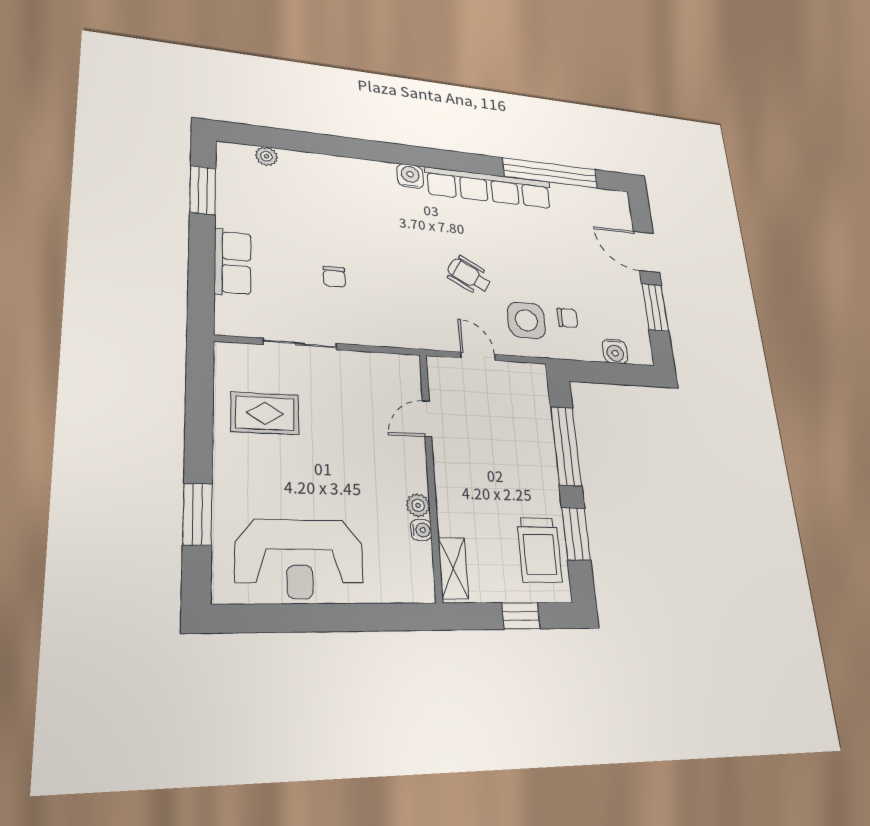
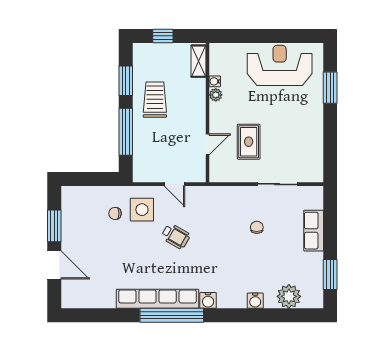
plant: (266, 156) -> (289, 296), width x1.88, depth x1.88
window: (550, 173) -> (172, 315), moved
water cooler: (615, 351) -> (255, 301), moved, turned 180
rug: (265, 413) -> (249, 142), moved, turned 90
trolley: (540, 550) -> (155, 100), moved

